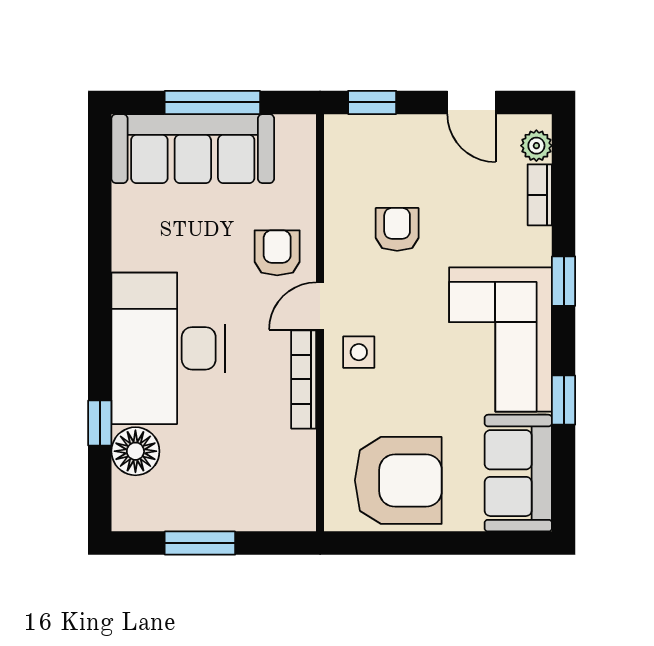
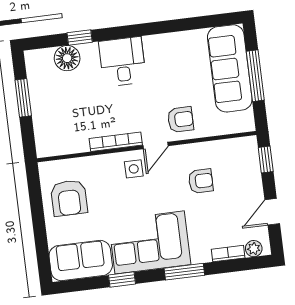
window: (564, 281) -> (184, 272), width x1.50
door: (320, 306) -> (155, 146), swing flipped
desk: (168, 348) -> (122, 62), width x0.53, depth x0.77
armchair: (398, 480) -> (69, 198), width x0.73, depth x0.73

